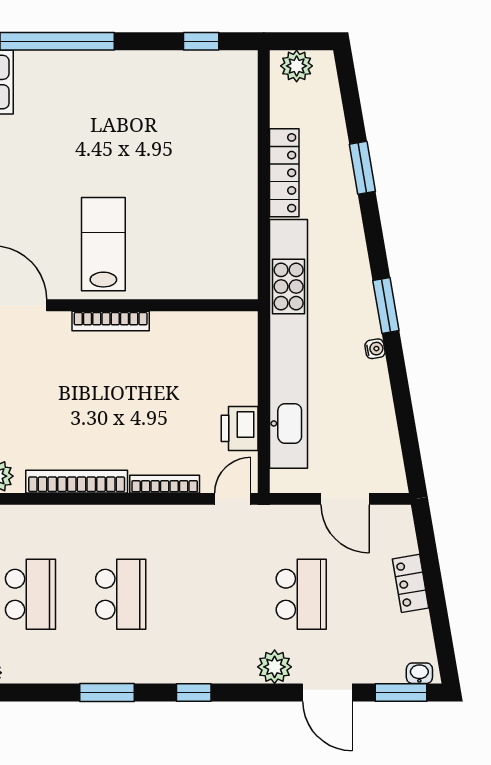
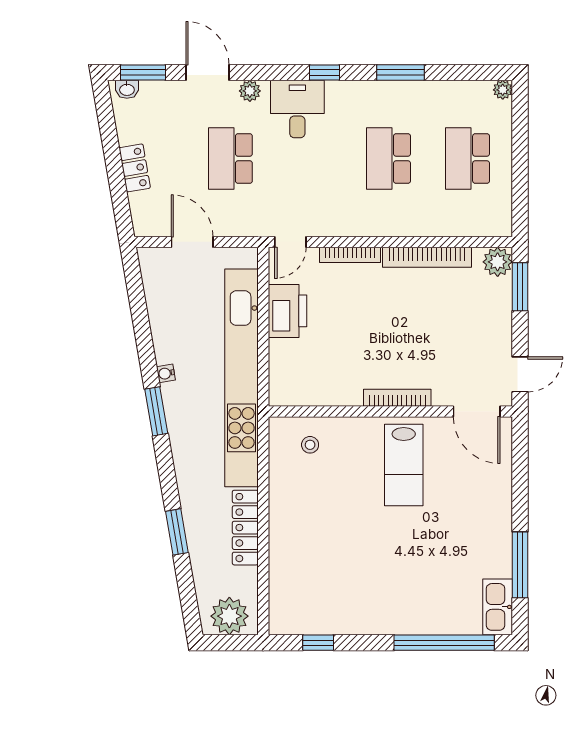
plant: (297, 66) -> (229, 616), width x1.36, depth x1.36
stool: (210, 267) -> (310, 445), added
printer: (240, 428) -> (287, 311), width x1.37, depth x1.19
desk: (225, 651) -> (297, 109), added
plant: (275, 667) -> (250, 91), width x0.73, depth x0.73

